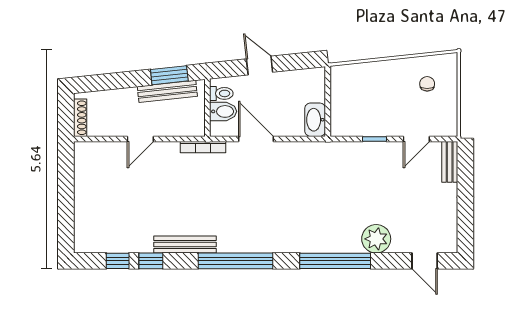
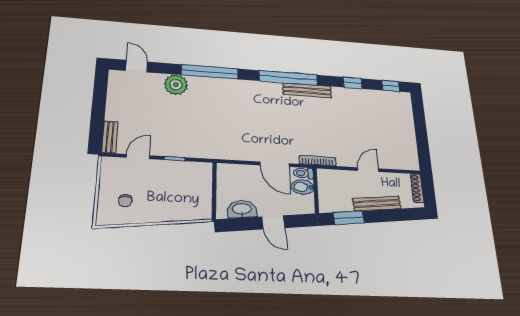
bench: (167, 91) -> (377, 203), moved
toilet: (221, 93) -> (303, 173), moved
washbasin: (315, 120) -> (242, 209), moved, turned -96
bench: (185, 244) -> (307, 90), moved
window: (118, 261) -> (391, 86), moved

